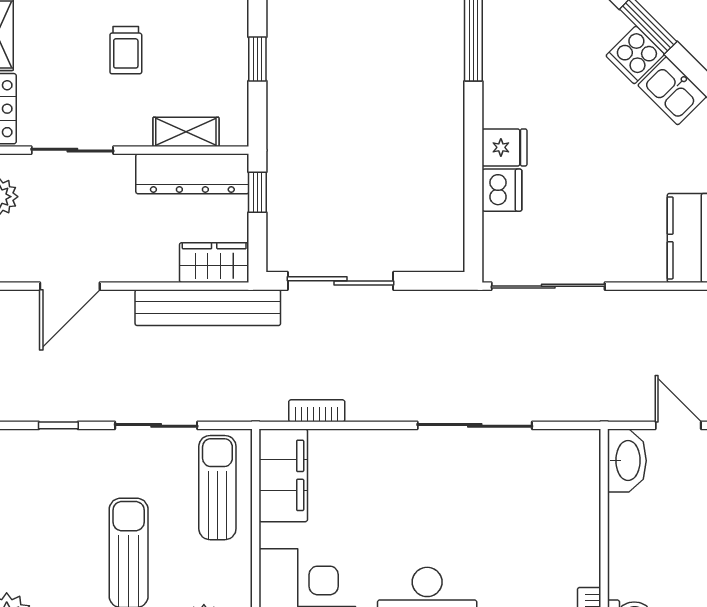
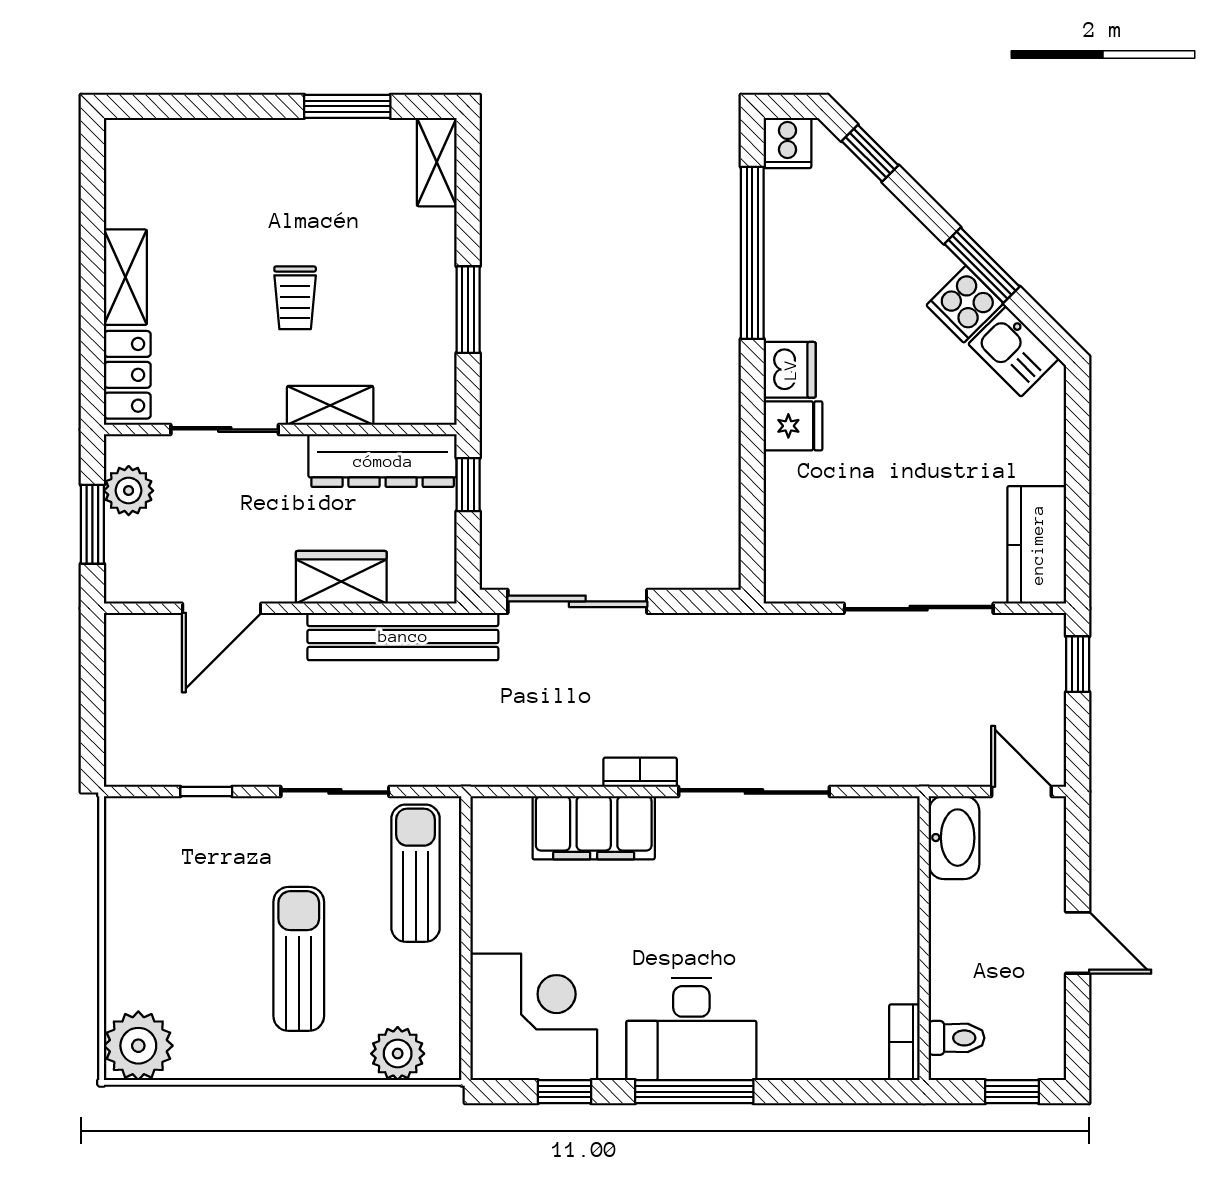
window: (257, 59) -> (468, 310), width x1.50
shelving: (186, 132) -> (330, 405), moved
dishwasher: (502, 190) -> (790, 370), moved
wardrobe: (214, 263) -> (341, 577), moved
sliding door: (548, 286) -> (919, 608), moved
bookcase: (317, 411) -> (640, 772), moved
filing cabinet: (283, 475) -> (594, 828), moved, turned 90

